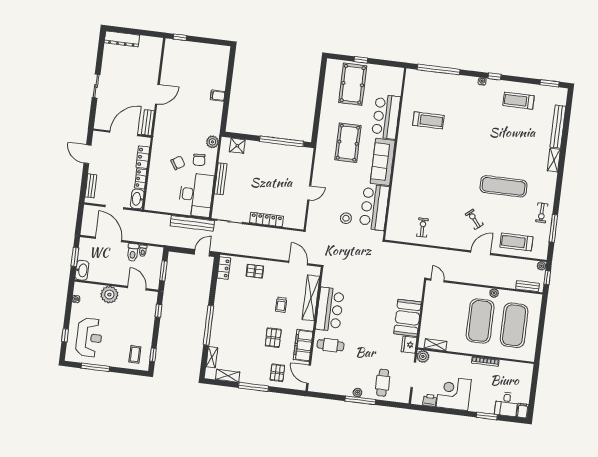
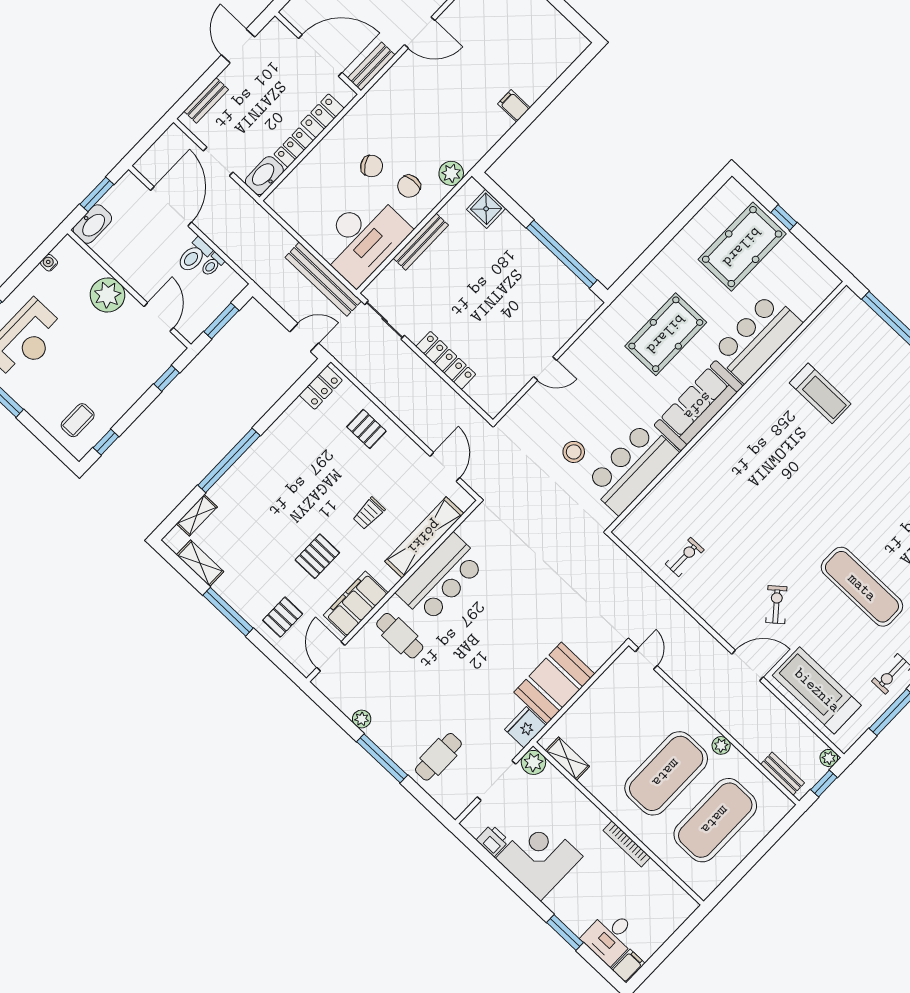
treadmill: (516, 242) -> (817, 690), width x1.37, depth x1.38
plant: (357, 393) -> (362, 719), moved

